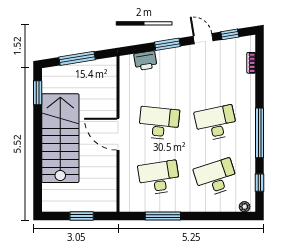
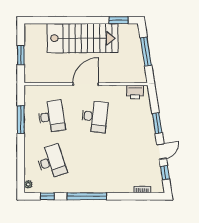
printer: (145, 61) -> (135, 92), moved, turned -81
desk: (216, 123) -> (95, 162), removed

